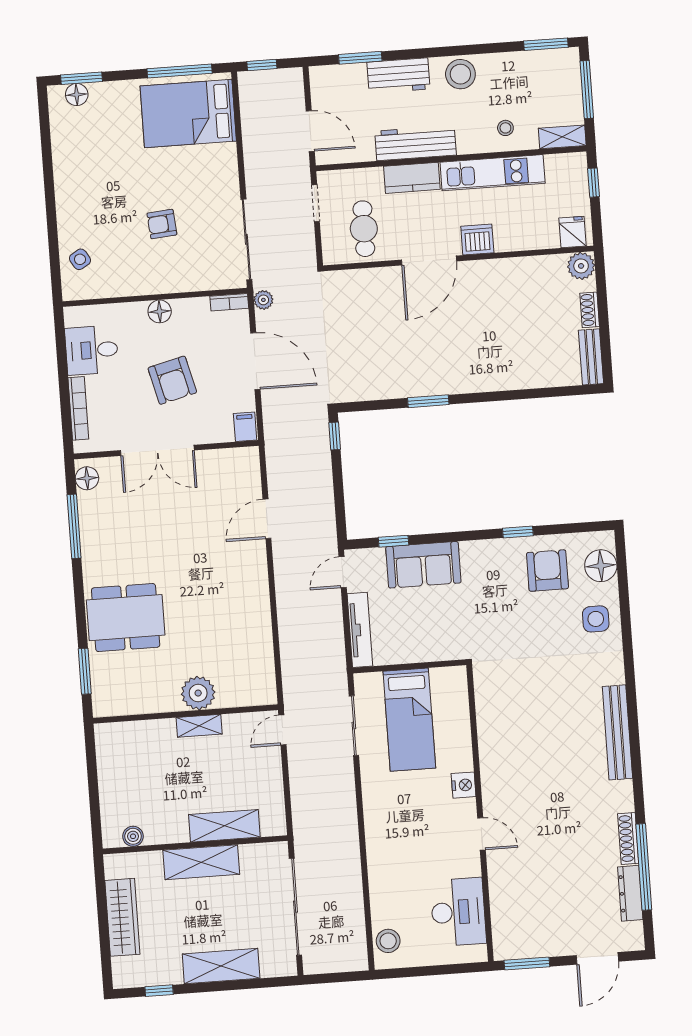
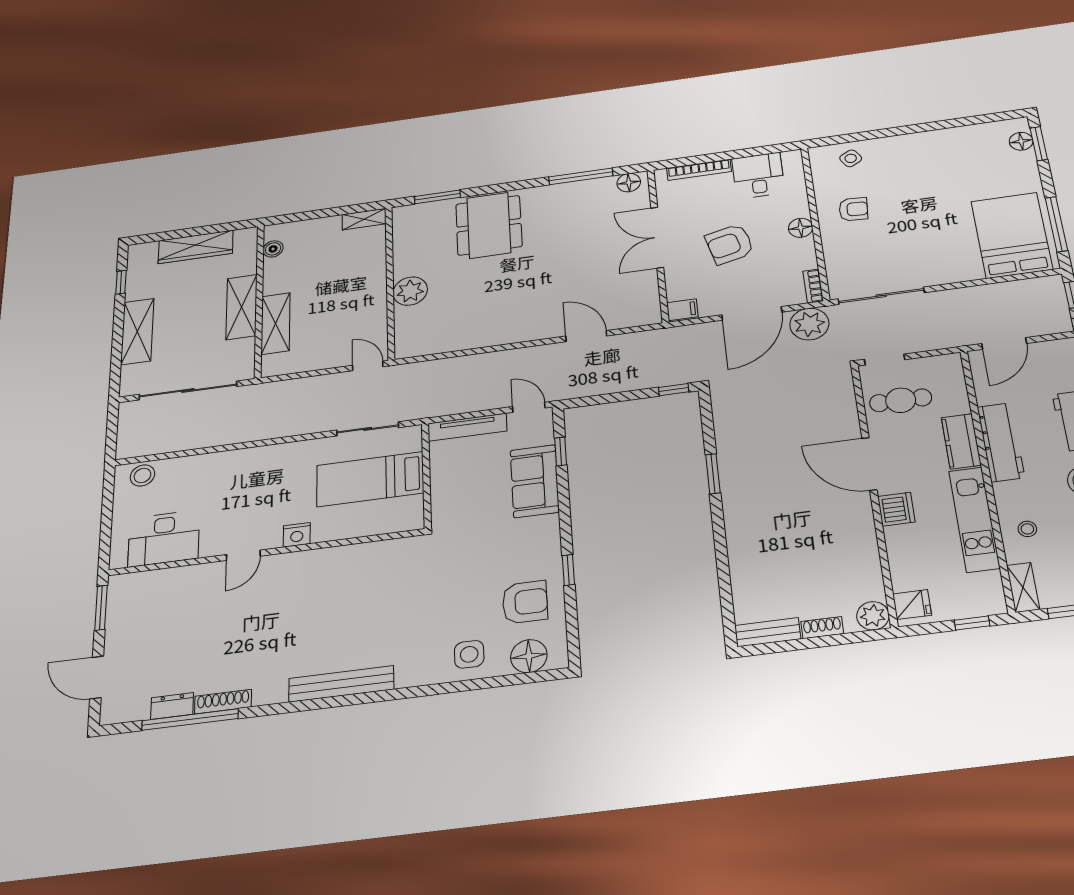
doorway: (316, 203) -> (885, 360), moved
armchair: (162, 224) -> (853, 209), moved, turned 99
plant: (263, 300) -> (809, 324), width x1.88, depth x1.88
shelving: (199, 726) -> (364, 219), moved, turned 90
dresser: (630, 893) -> (172, 706), width x0.70

